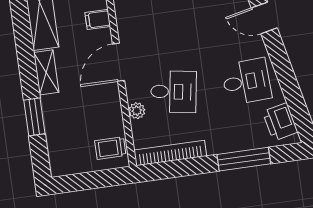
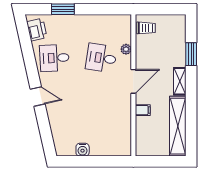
bookcase: (170, 153) -> (109, 20), removed
window: (244, 159) -> (63, 9), width x0.69

